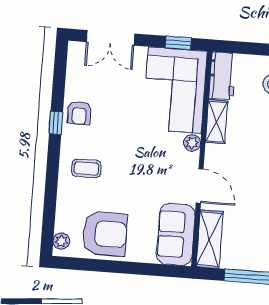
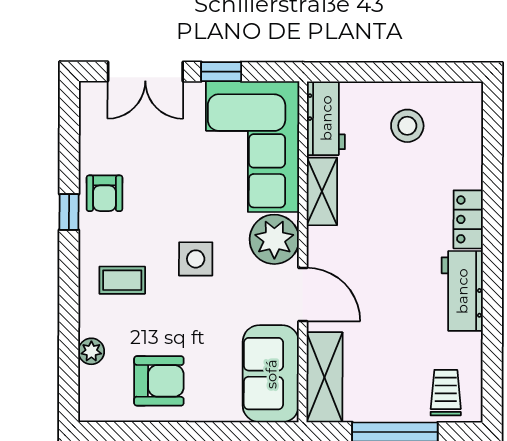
window: (178, 43) -> (221, 72), moved
plant: (192, 143) -> (274, 239), width x1.88, depth x1.88
side table: (134, 158) -> (196, 259), added
armchair: (105, 234) -> (159, 381), width x0.73, depth x0.73
plant: (61, 241) -> (91, 351), moved

